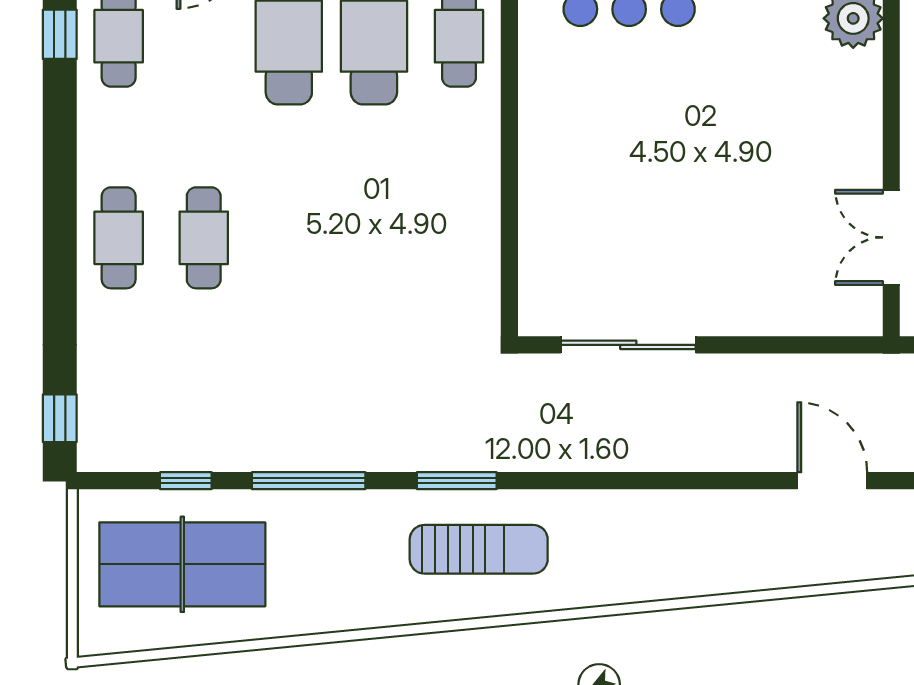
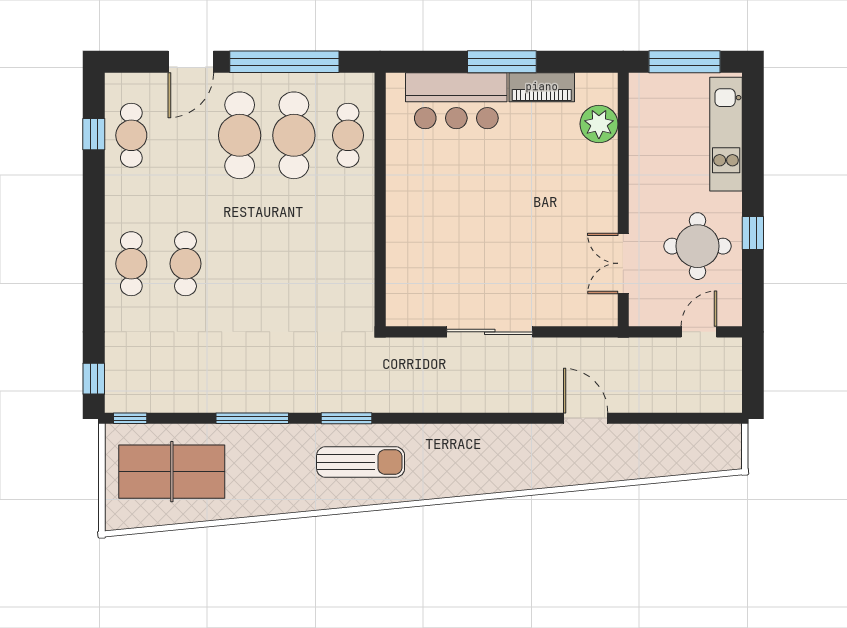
sliding door: (628, 345) -> (490, 332), moved
window: (186, 481) -> (130, 418), moved

